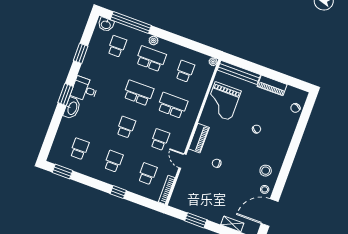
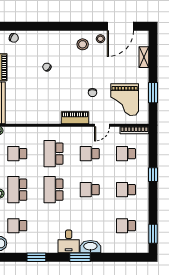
grand piano: (223, 101) -> (125, 100), moved, turned 90
door: (270, 213) -> (120, 26), hinge flipped

